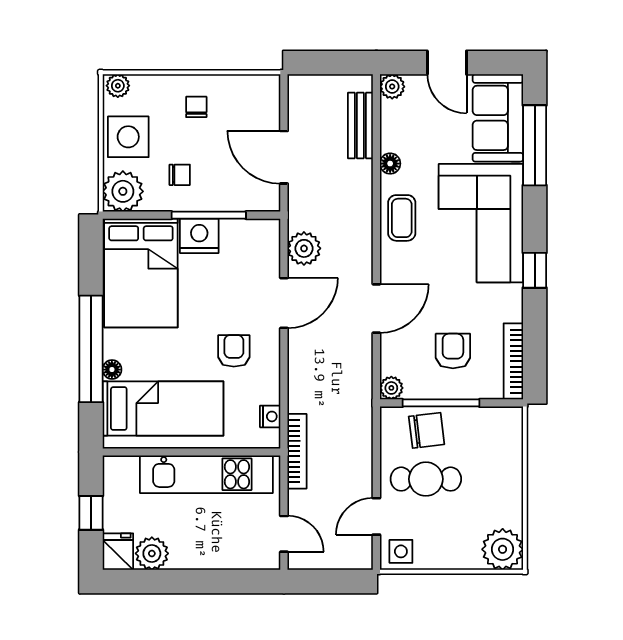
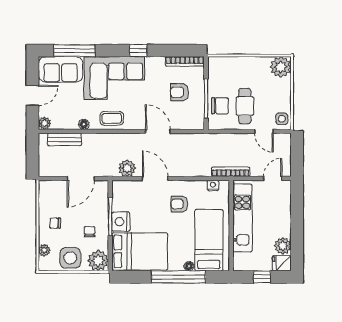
plant: (118, 86) -> (44, 250), moved
plant: (391, 388) -> (198, 124), removed
chair: (427, 430) -> (220, 106), turned 97

